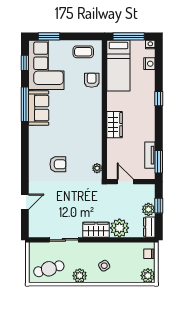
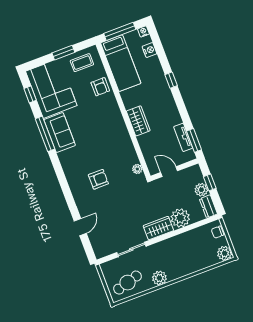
window: (49, 36) -> (63, 53), moved
armchair: (92, 80) -> (100, 87), turned 180
side table: (104, 266) -> (179, 260), removed

